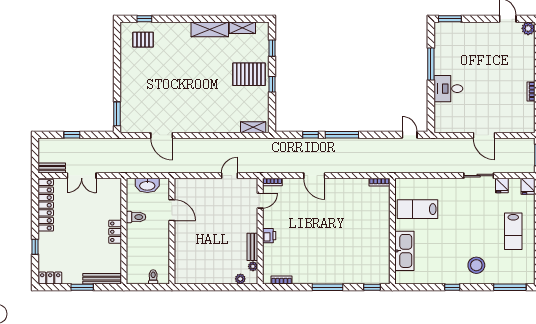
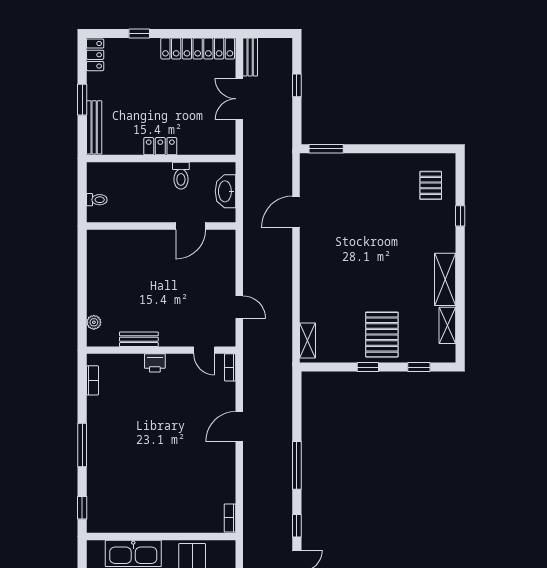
window: (144, 19) -> (460, 216), moved
window: (310, 135) -> (297, 526), moved
plant: (253, 266) -> (111, 340), removed

